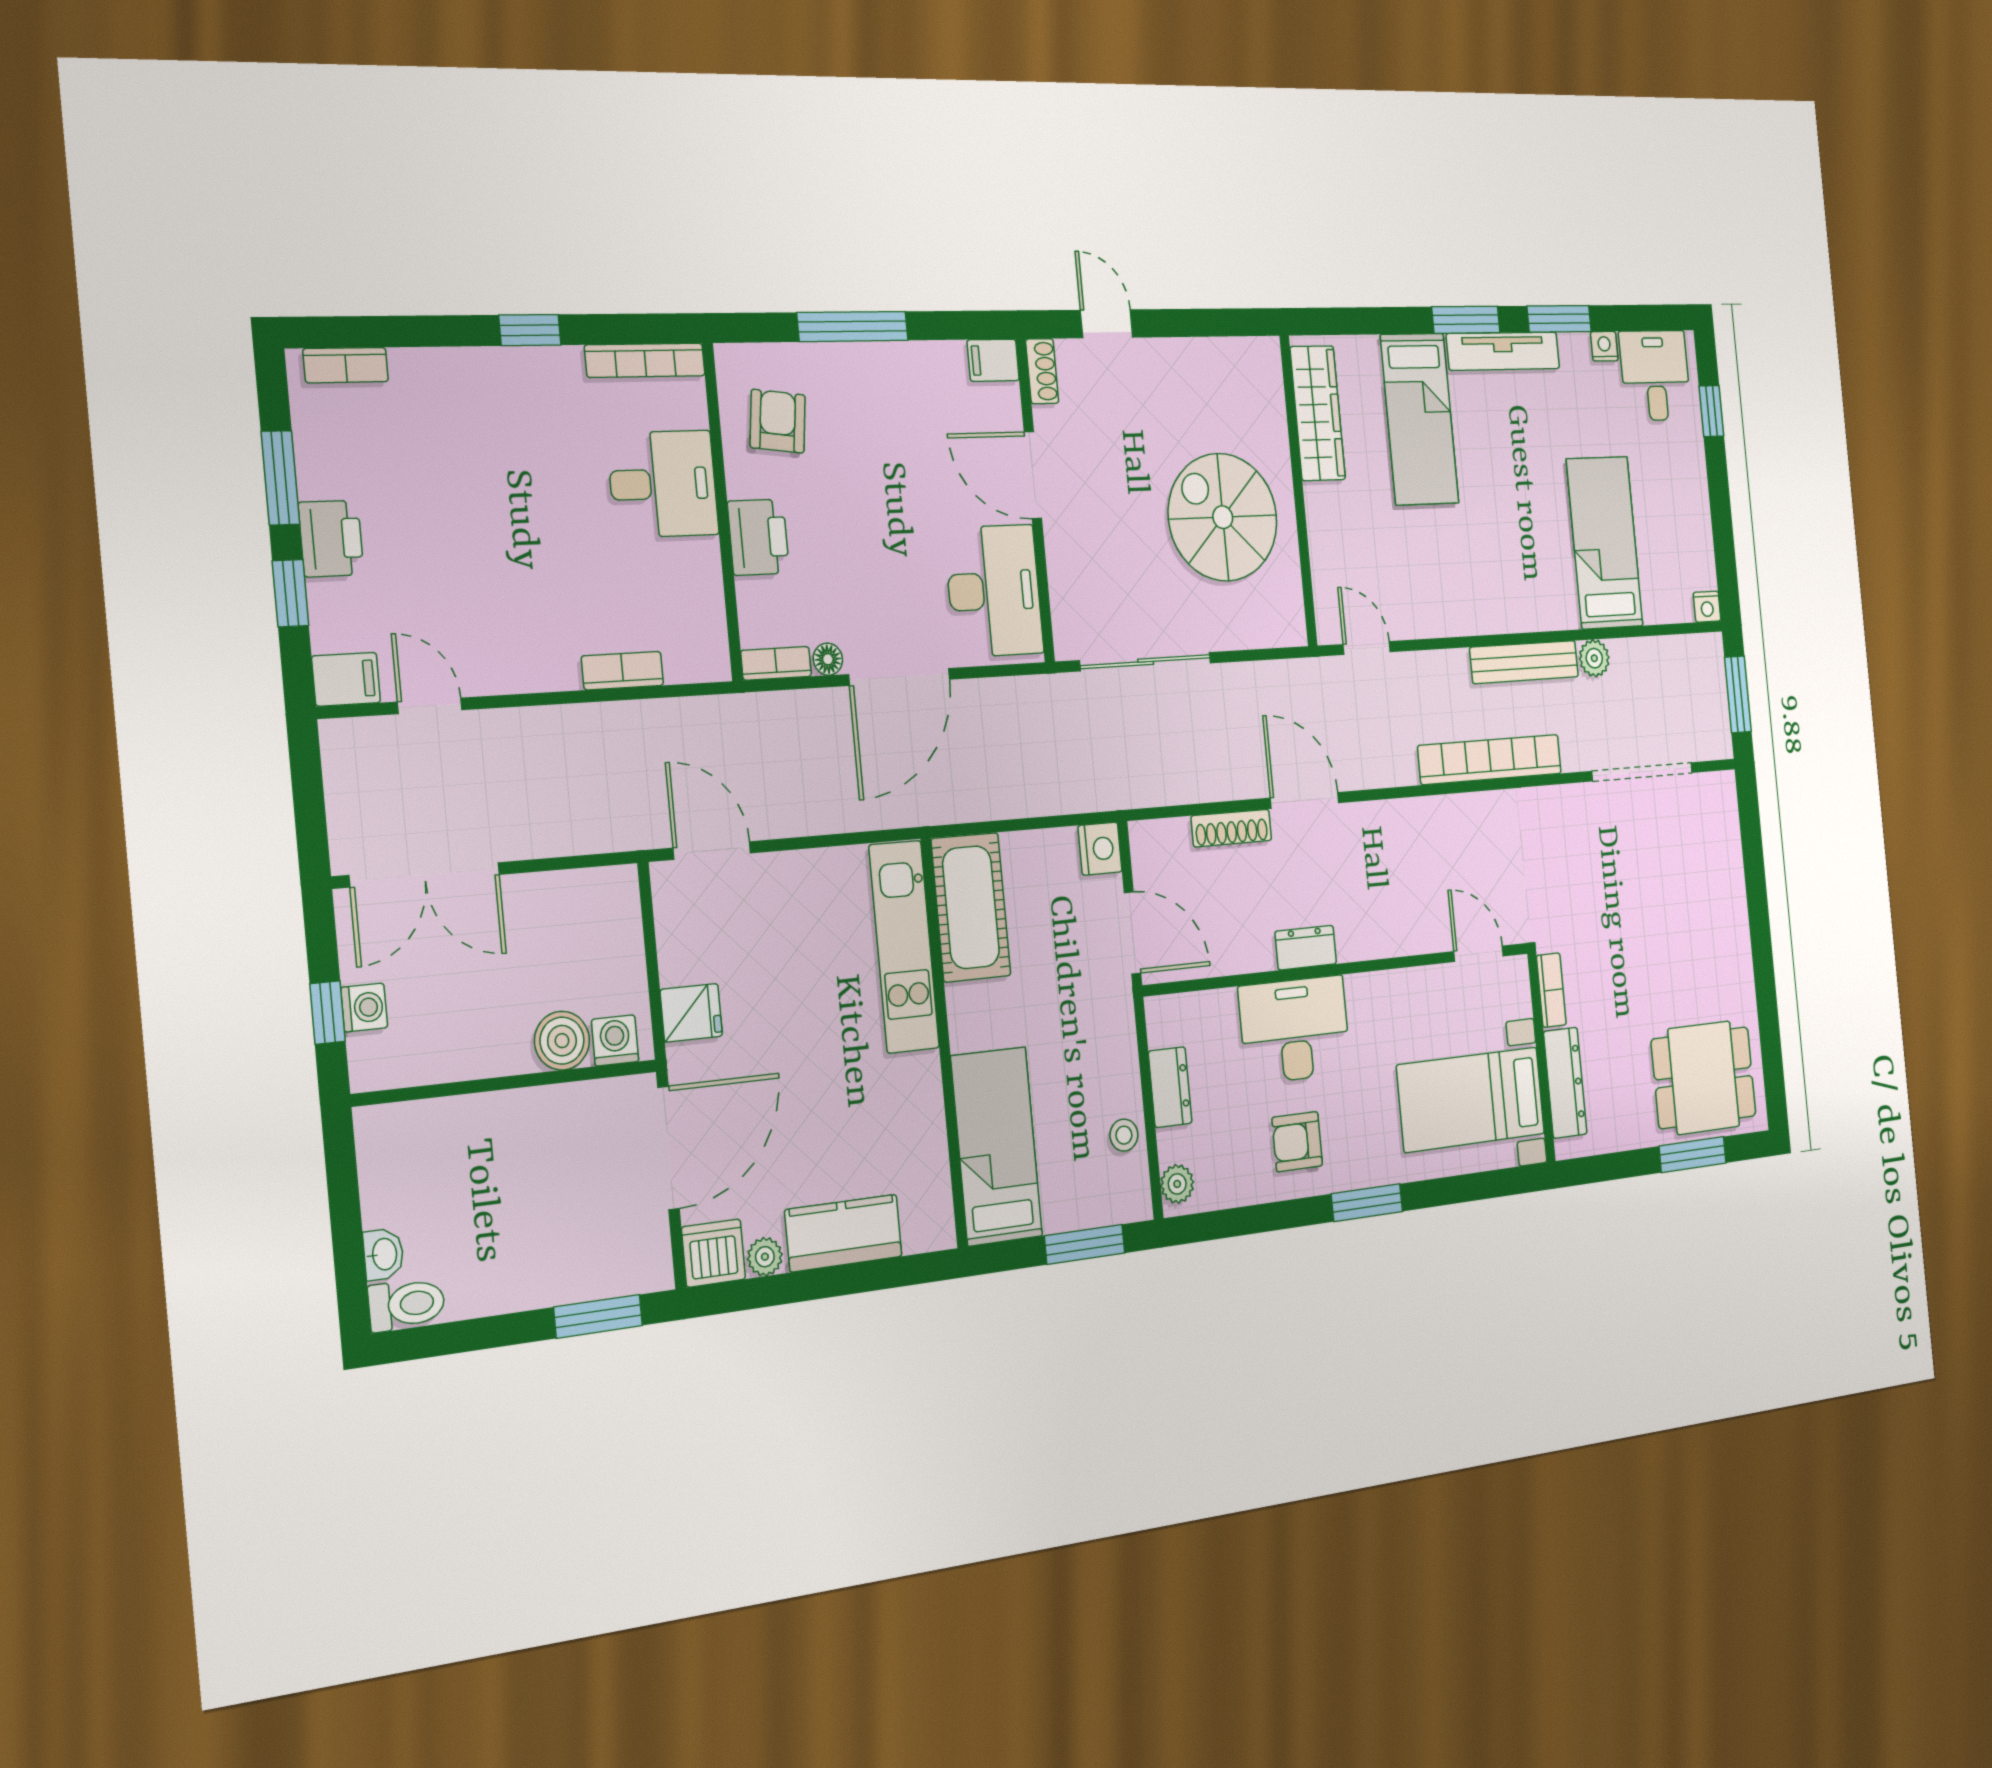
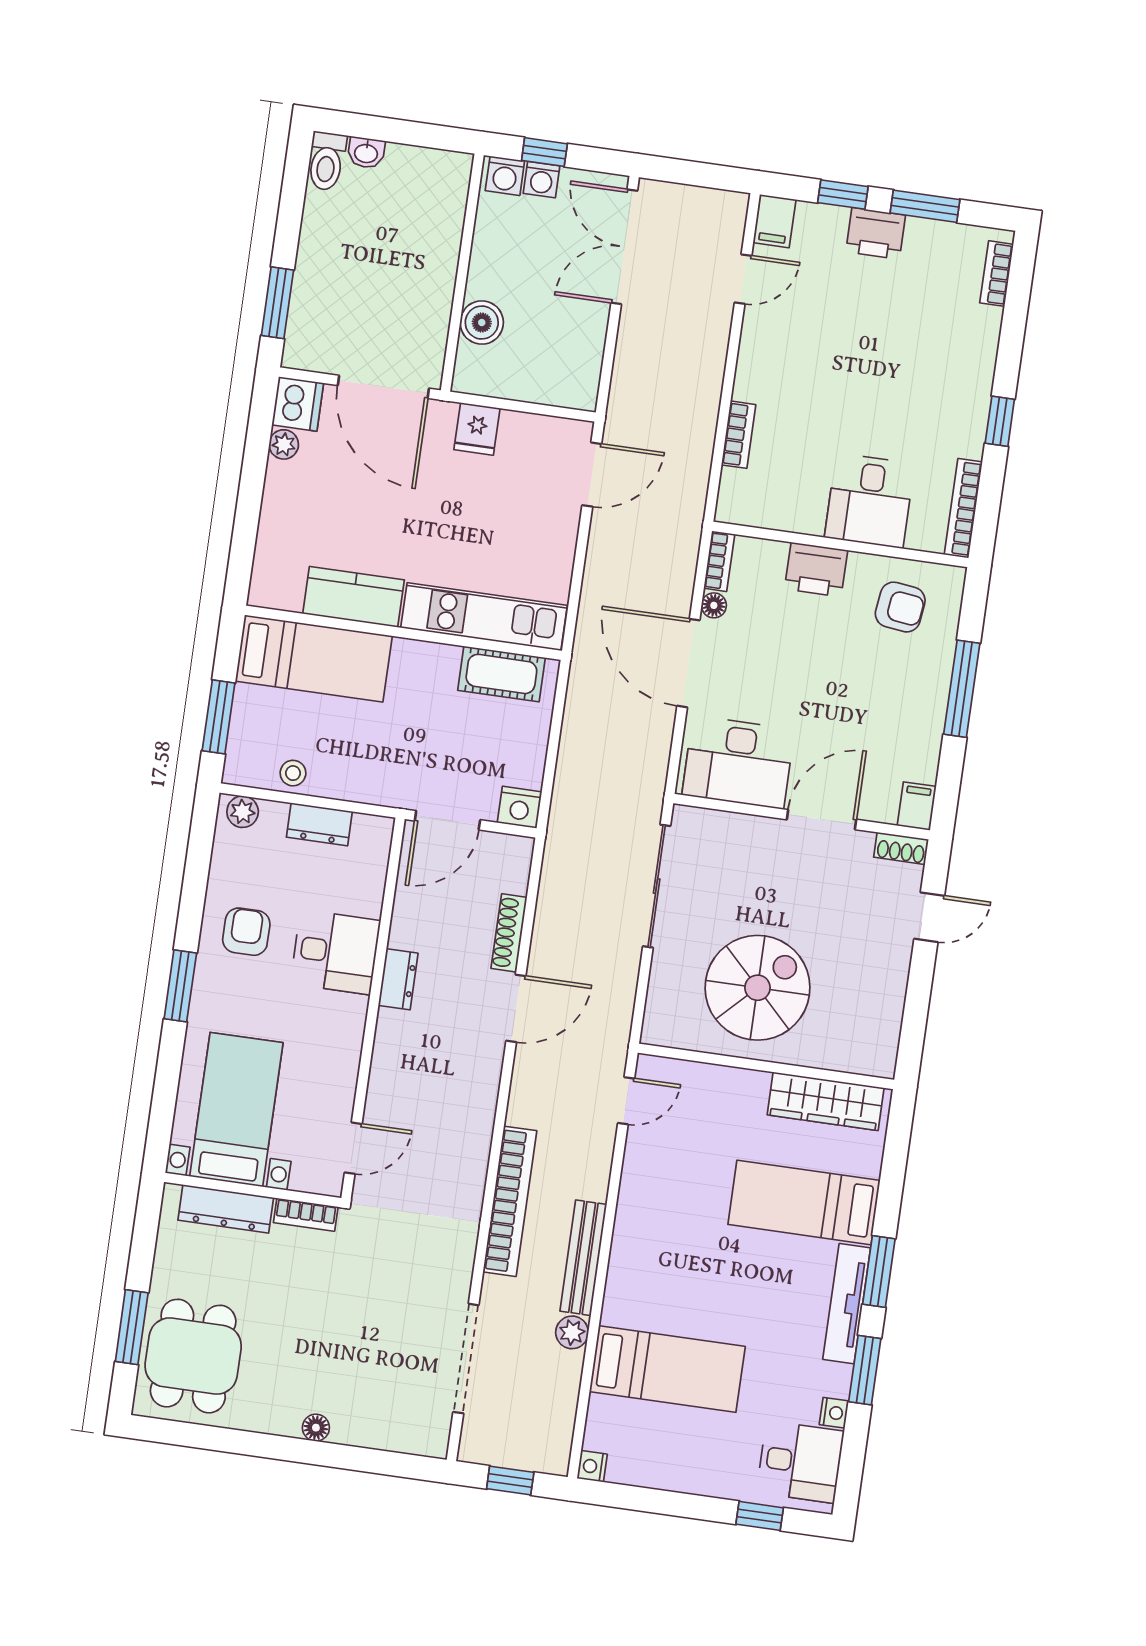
window: (1738, 694) -> (510, 1480), width x0.67
cot: (971, 907) -> (501, 674), width x0.73, depth x0.75
floor lamp: (1737, 922) -> (316, 1428), added
desk: (1295, 1030) -> (335, 952), width x0.73
washing machine: (615, 1040) -> (505, 176), moved, turned 90
kitchen counter: (844, 1233) -> (354, 597), moved, turned -90

